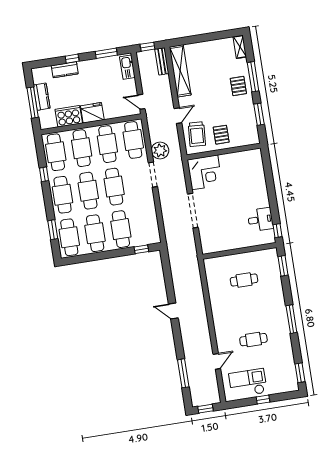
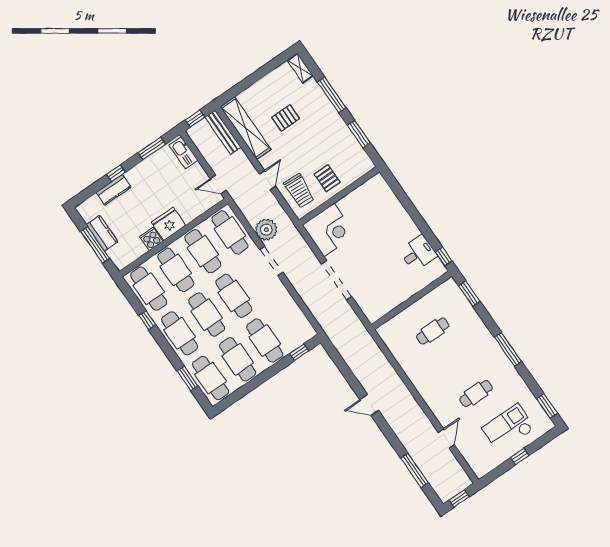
bench: (162, 61) -> (223, 132), width x1.36
pallet: (238, 86) -> (286, 118), moved, turned 90
cooker: (69, 116) -> (151, 239), width x0.53, depth x0.76
checkout: (248, 383) -> (508, 428), moved

